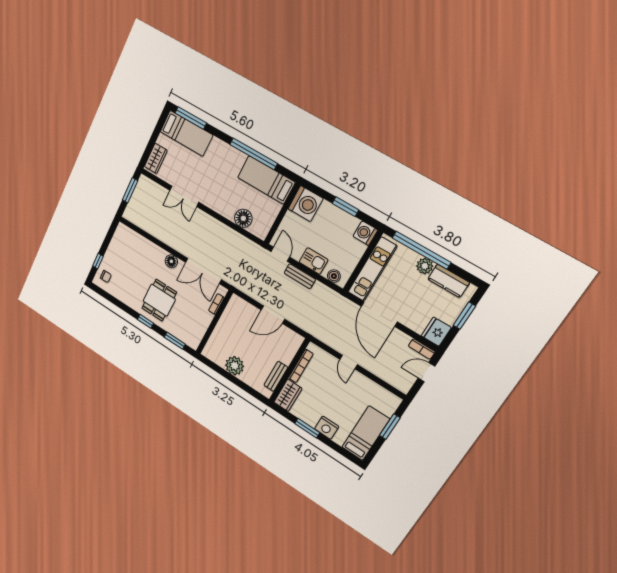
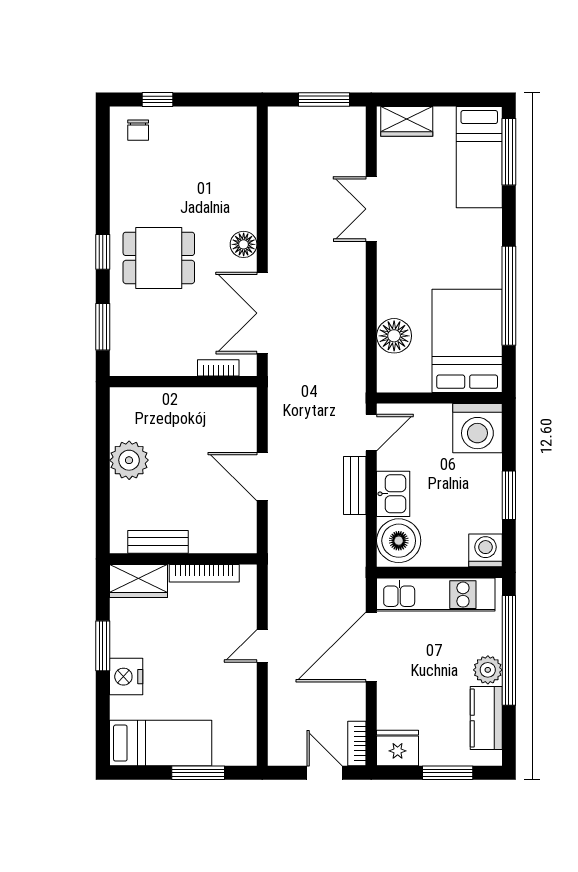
bed: (266, 180) -> (467, 341), width x1.50
boiler: (334, 276) -> (399, 541), width x1.86, depth x1.86

